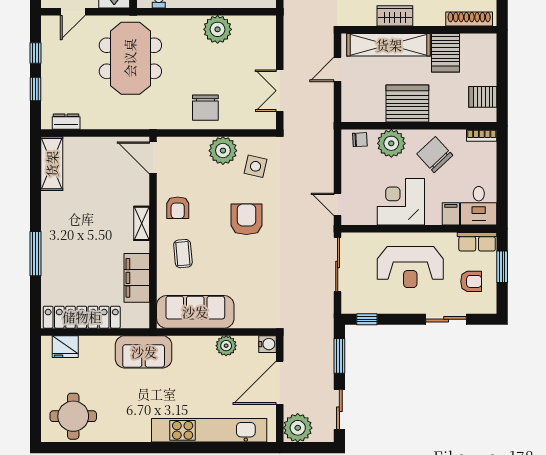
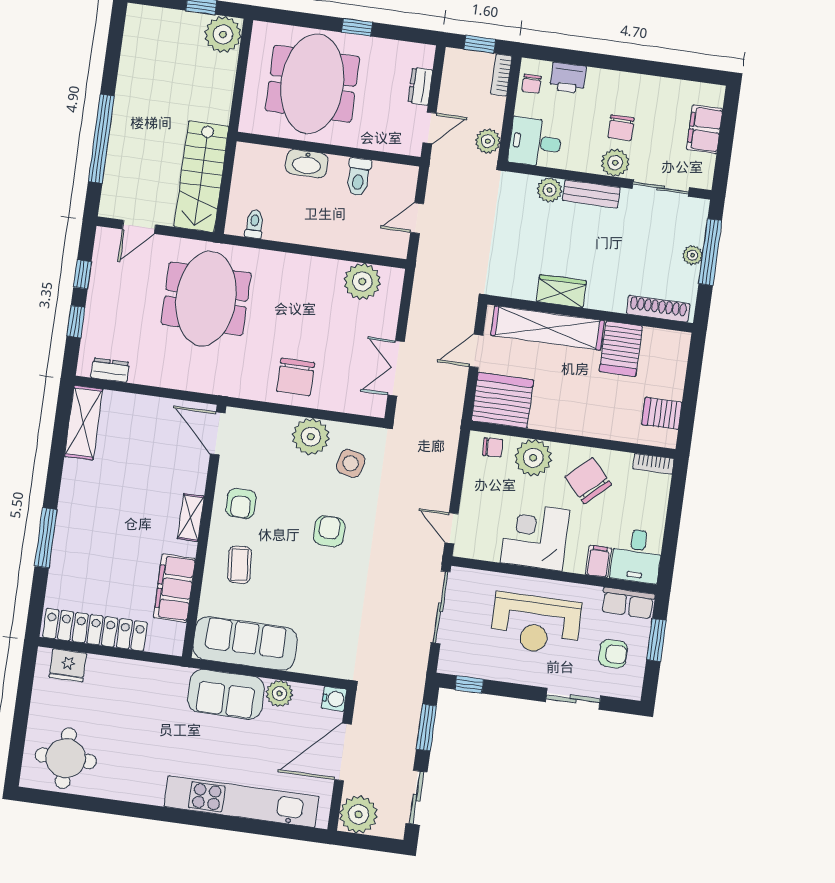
plant: (218, 29) -> (362, 282), moved
server rack: (407, 104) -> (502, 400), moved
armchair: (246, 219) -> (329, 531), width x0.72, depth x0.72
sofa: (144, 352) -> (226, 694), moved

